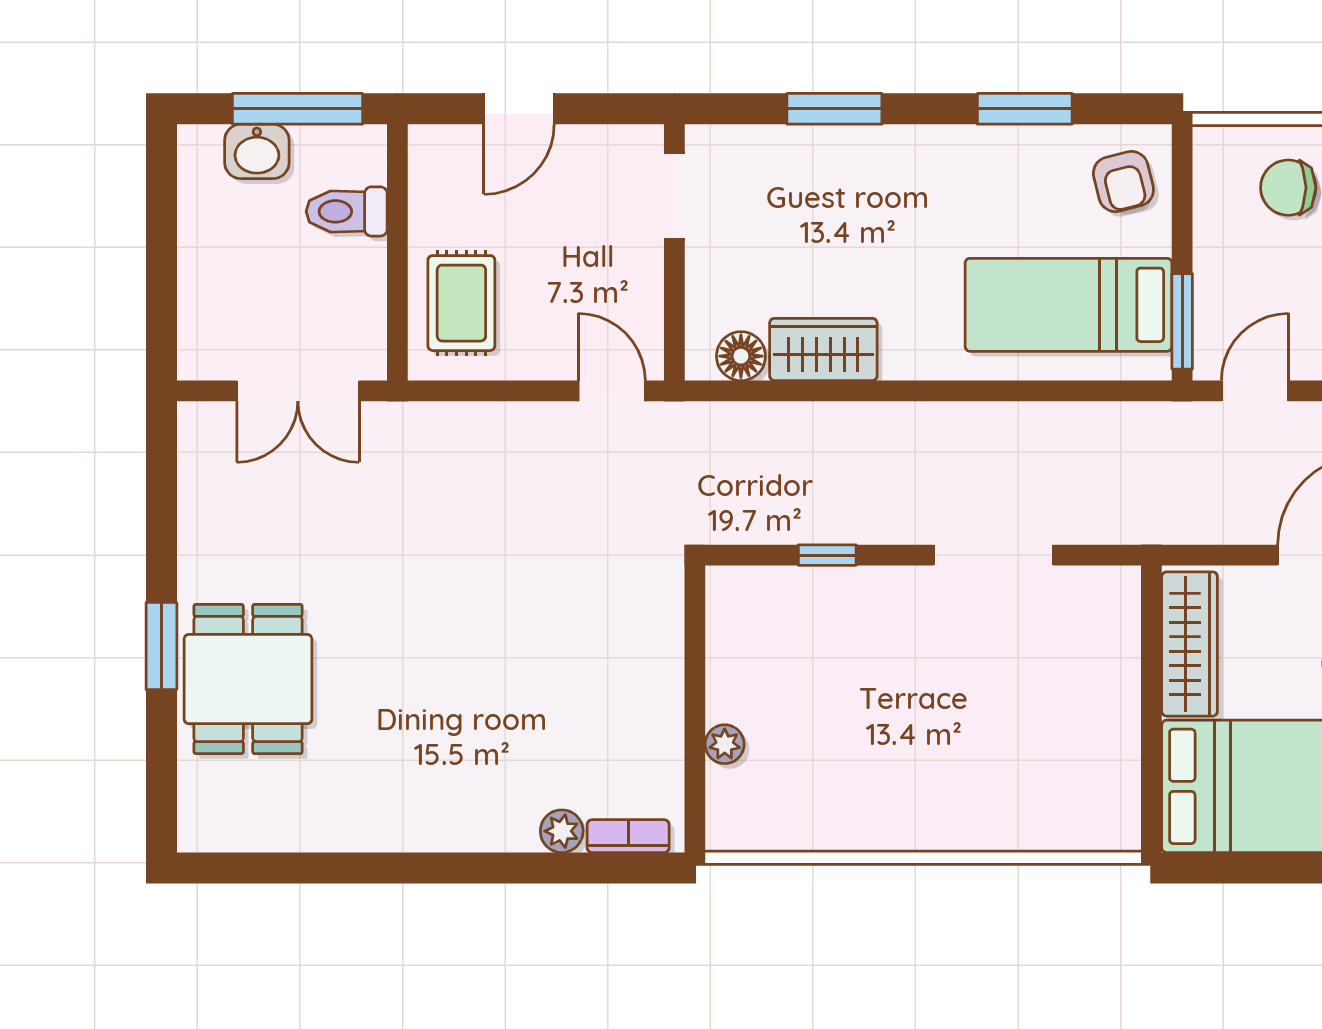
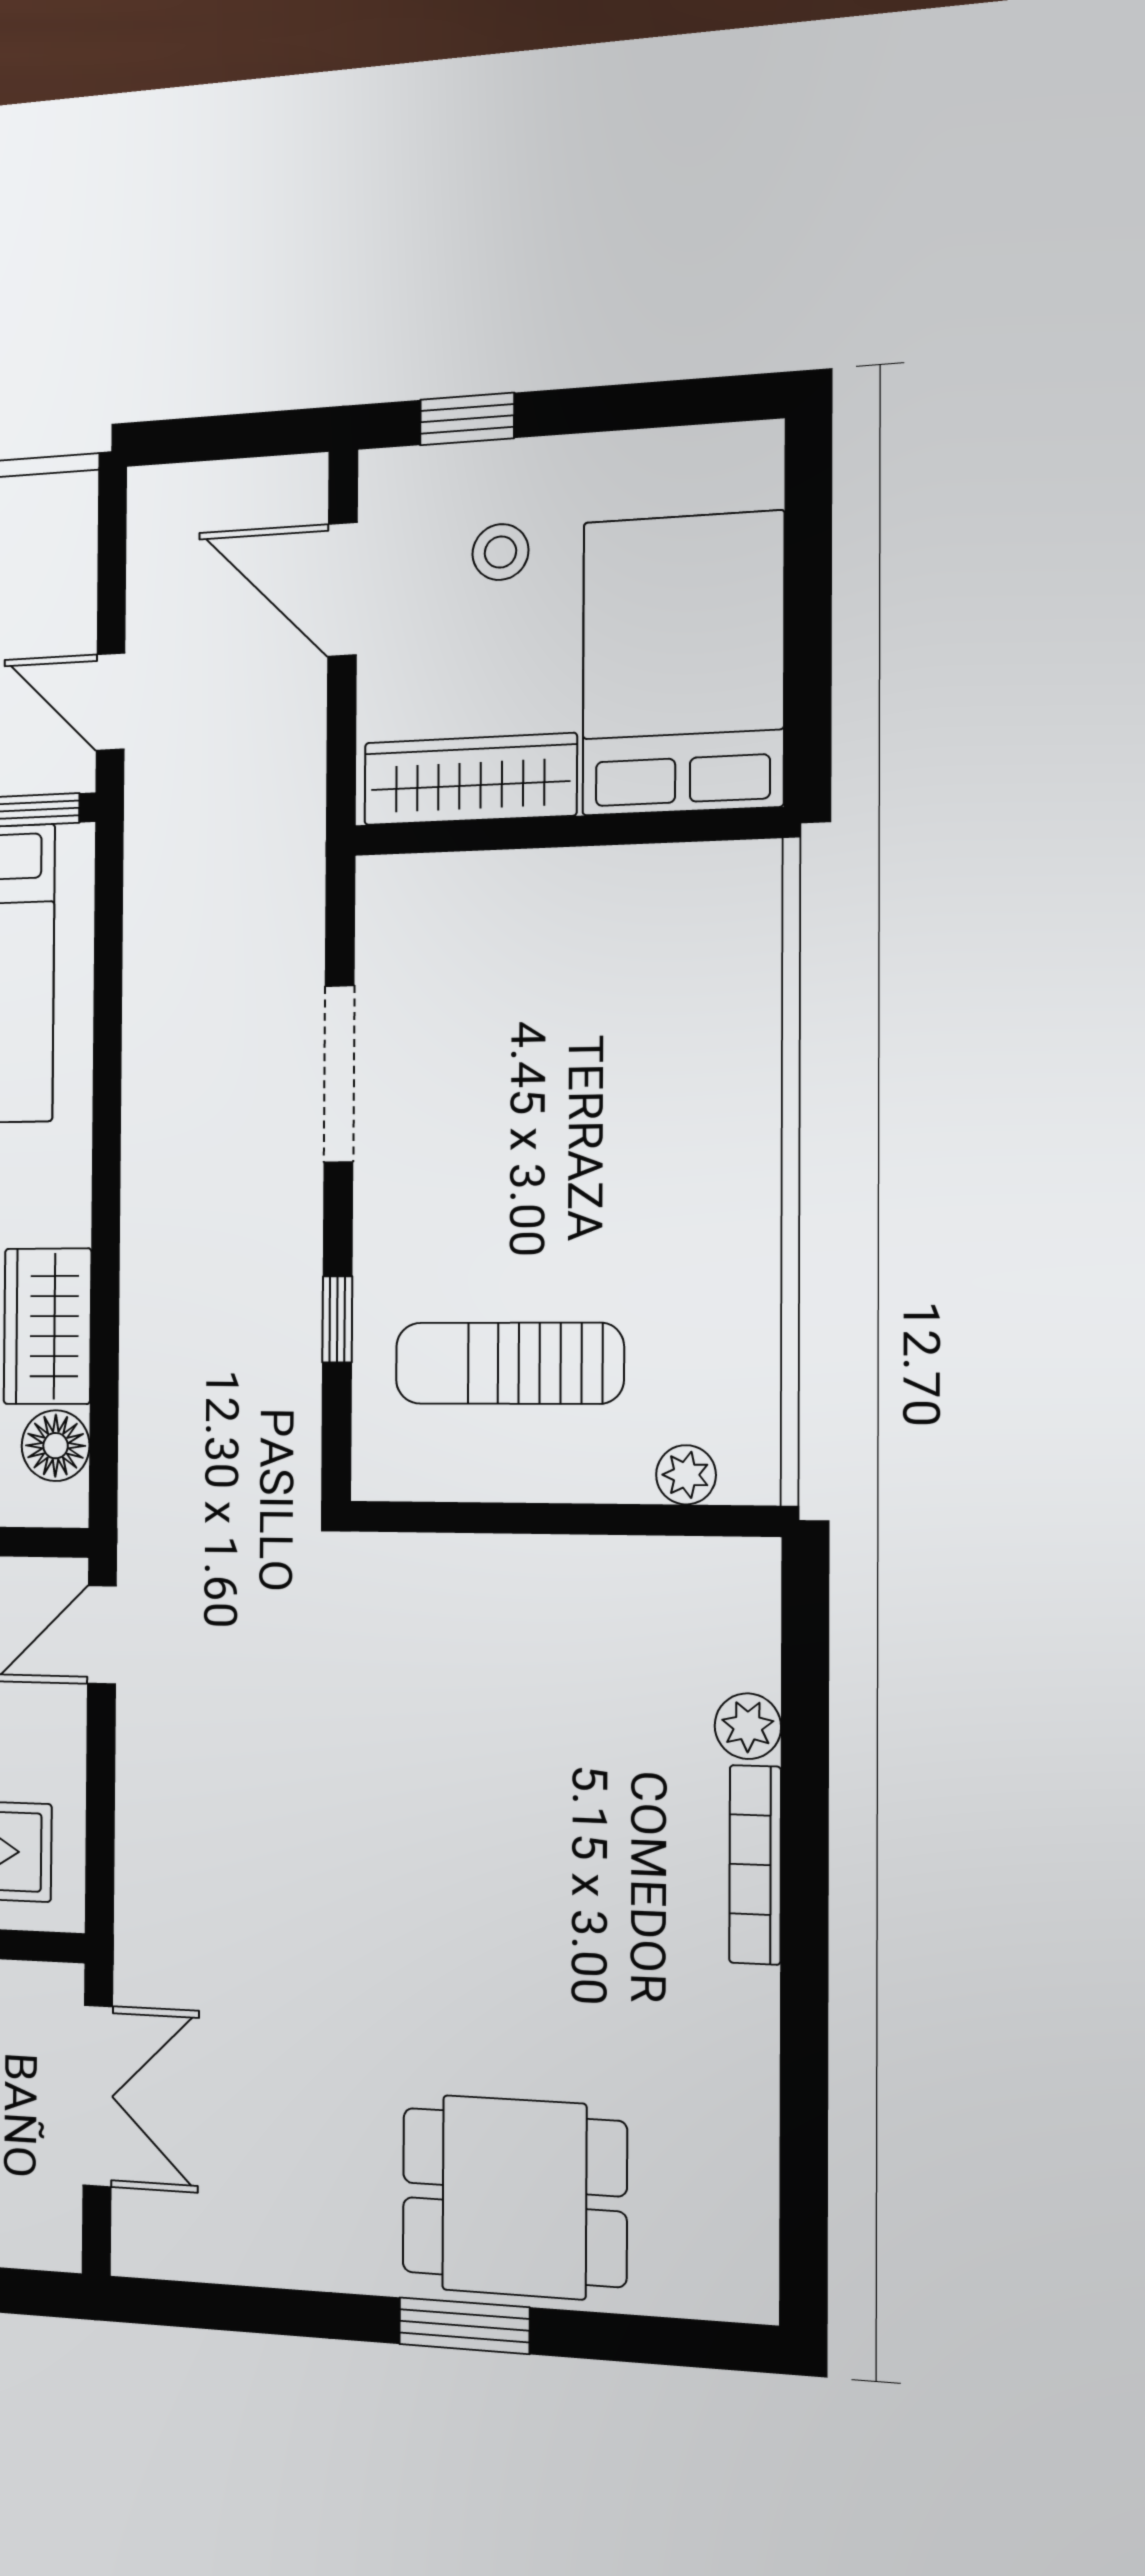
sun lounger: (798, 673) -> (509, 1363), added
plant: (725, 744) -> (686, 1475), moved
bookcase: (628, 836) -> (755, 1865), moved, width x1.56

